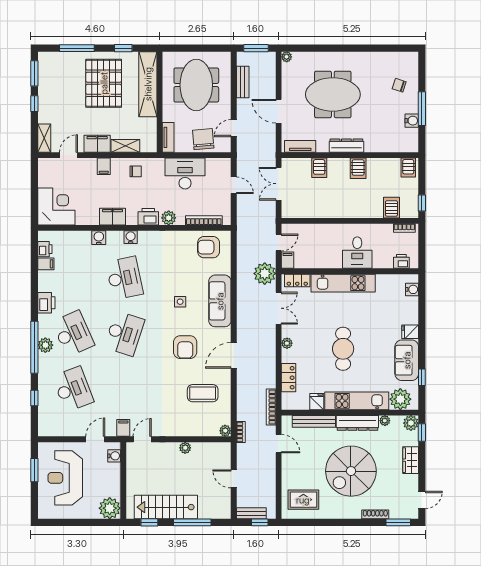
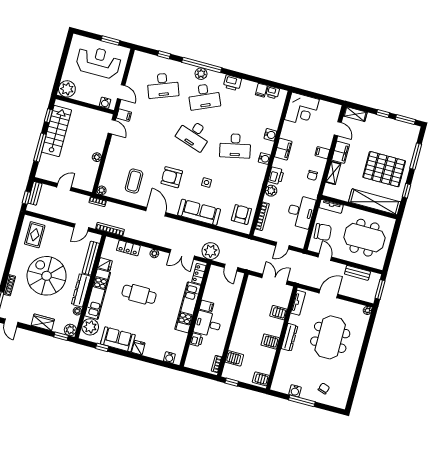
filing cabinet: (288, 260) -> (206, 306), moved
printer: (401, 261) -> (196, 340), moved

